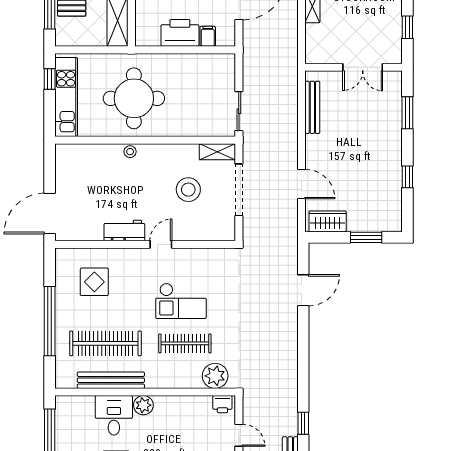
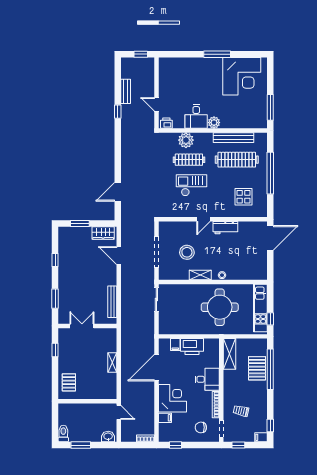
shelving: (217, 152) -> (200, 275), moved
plant: (215, 376) -> (186, 140), moved
desk: (114, 415) -> (196, 116), moved

